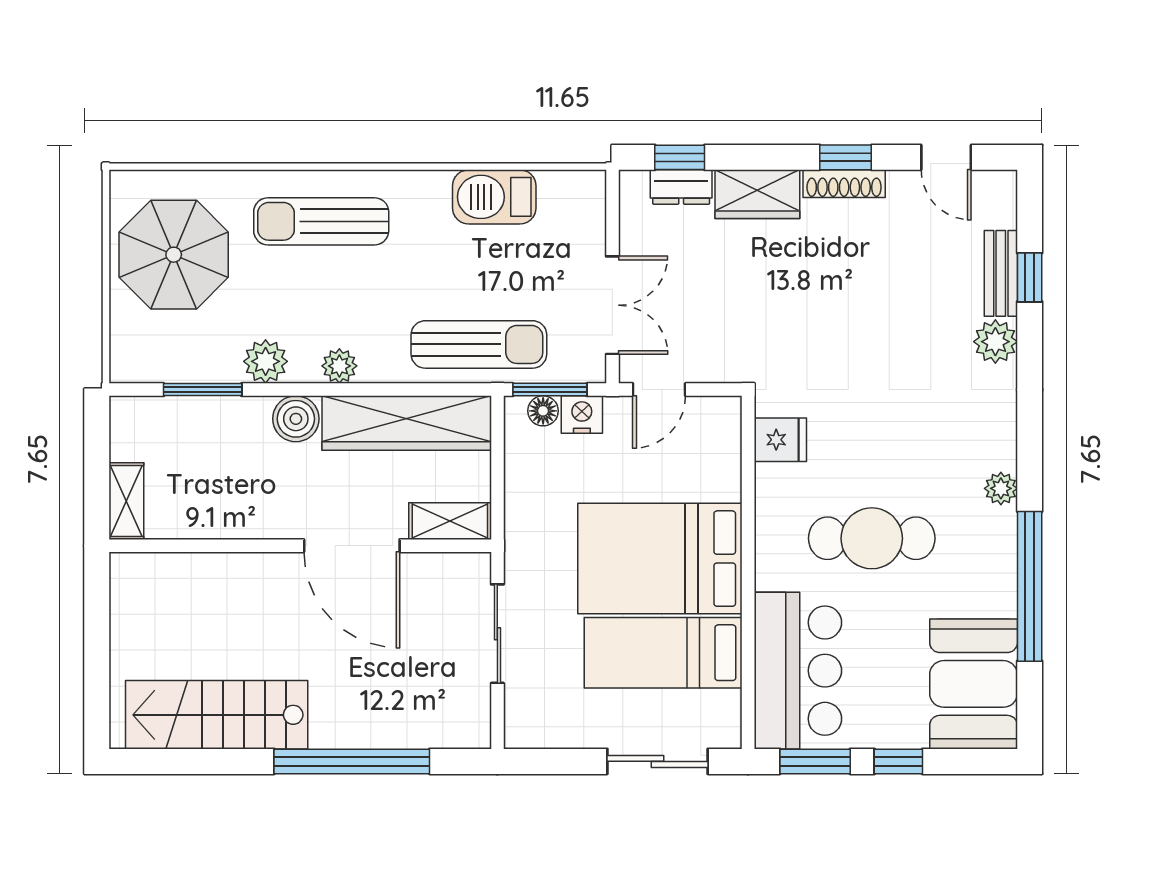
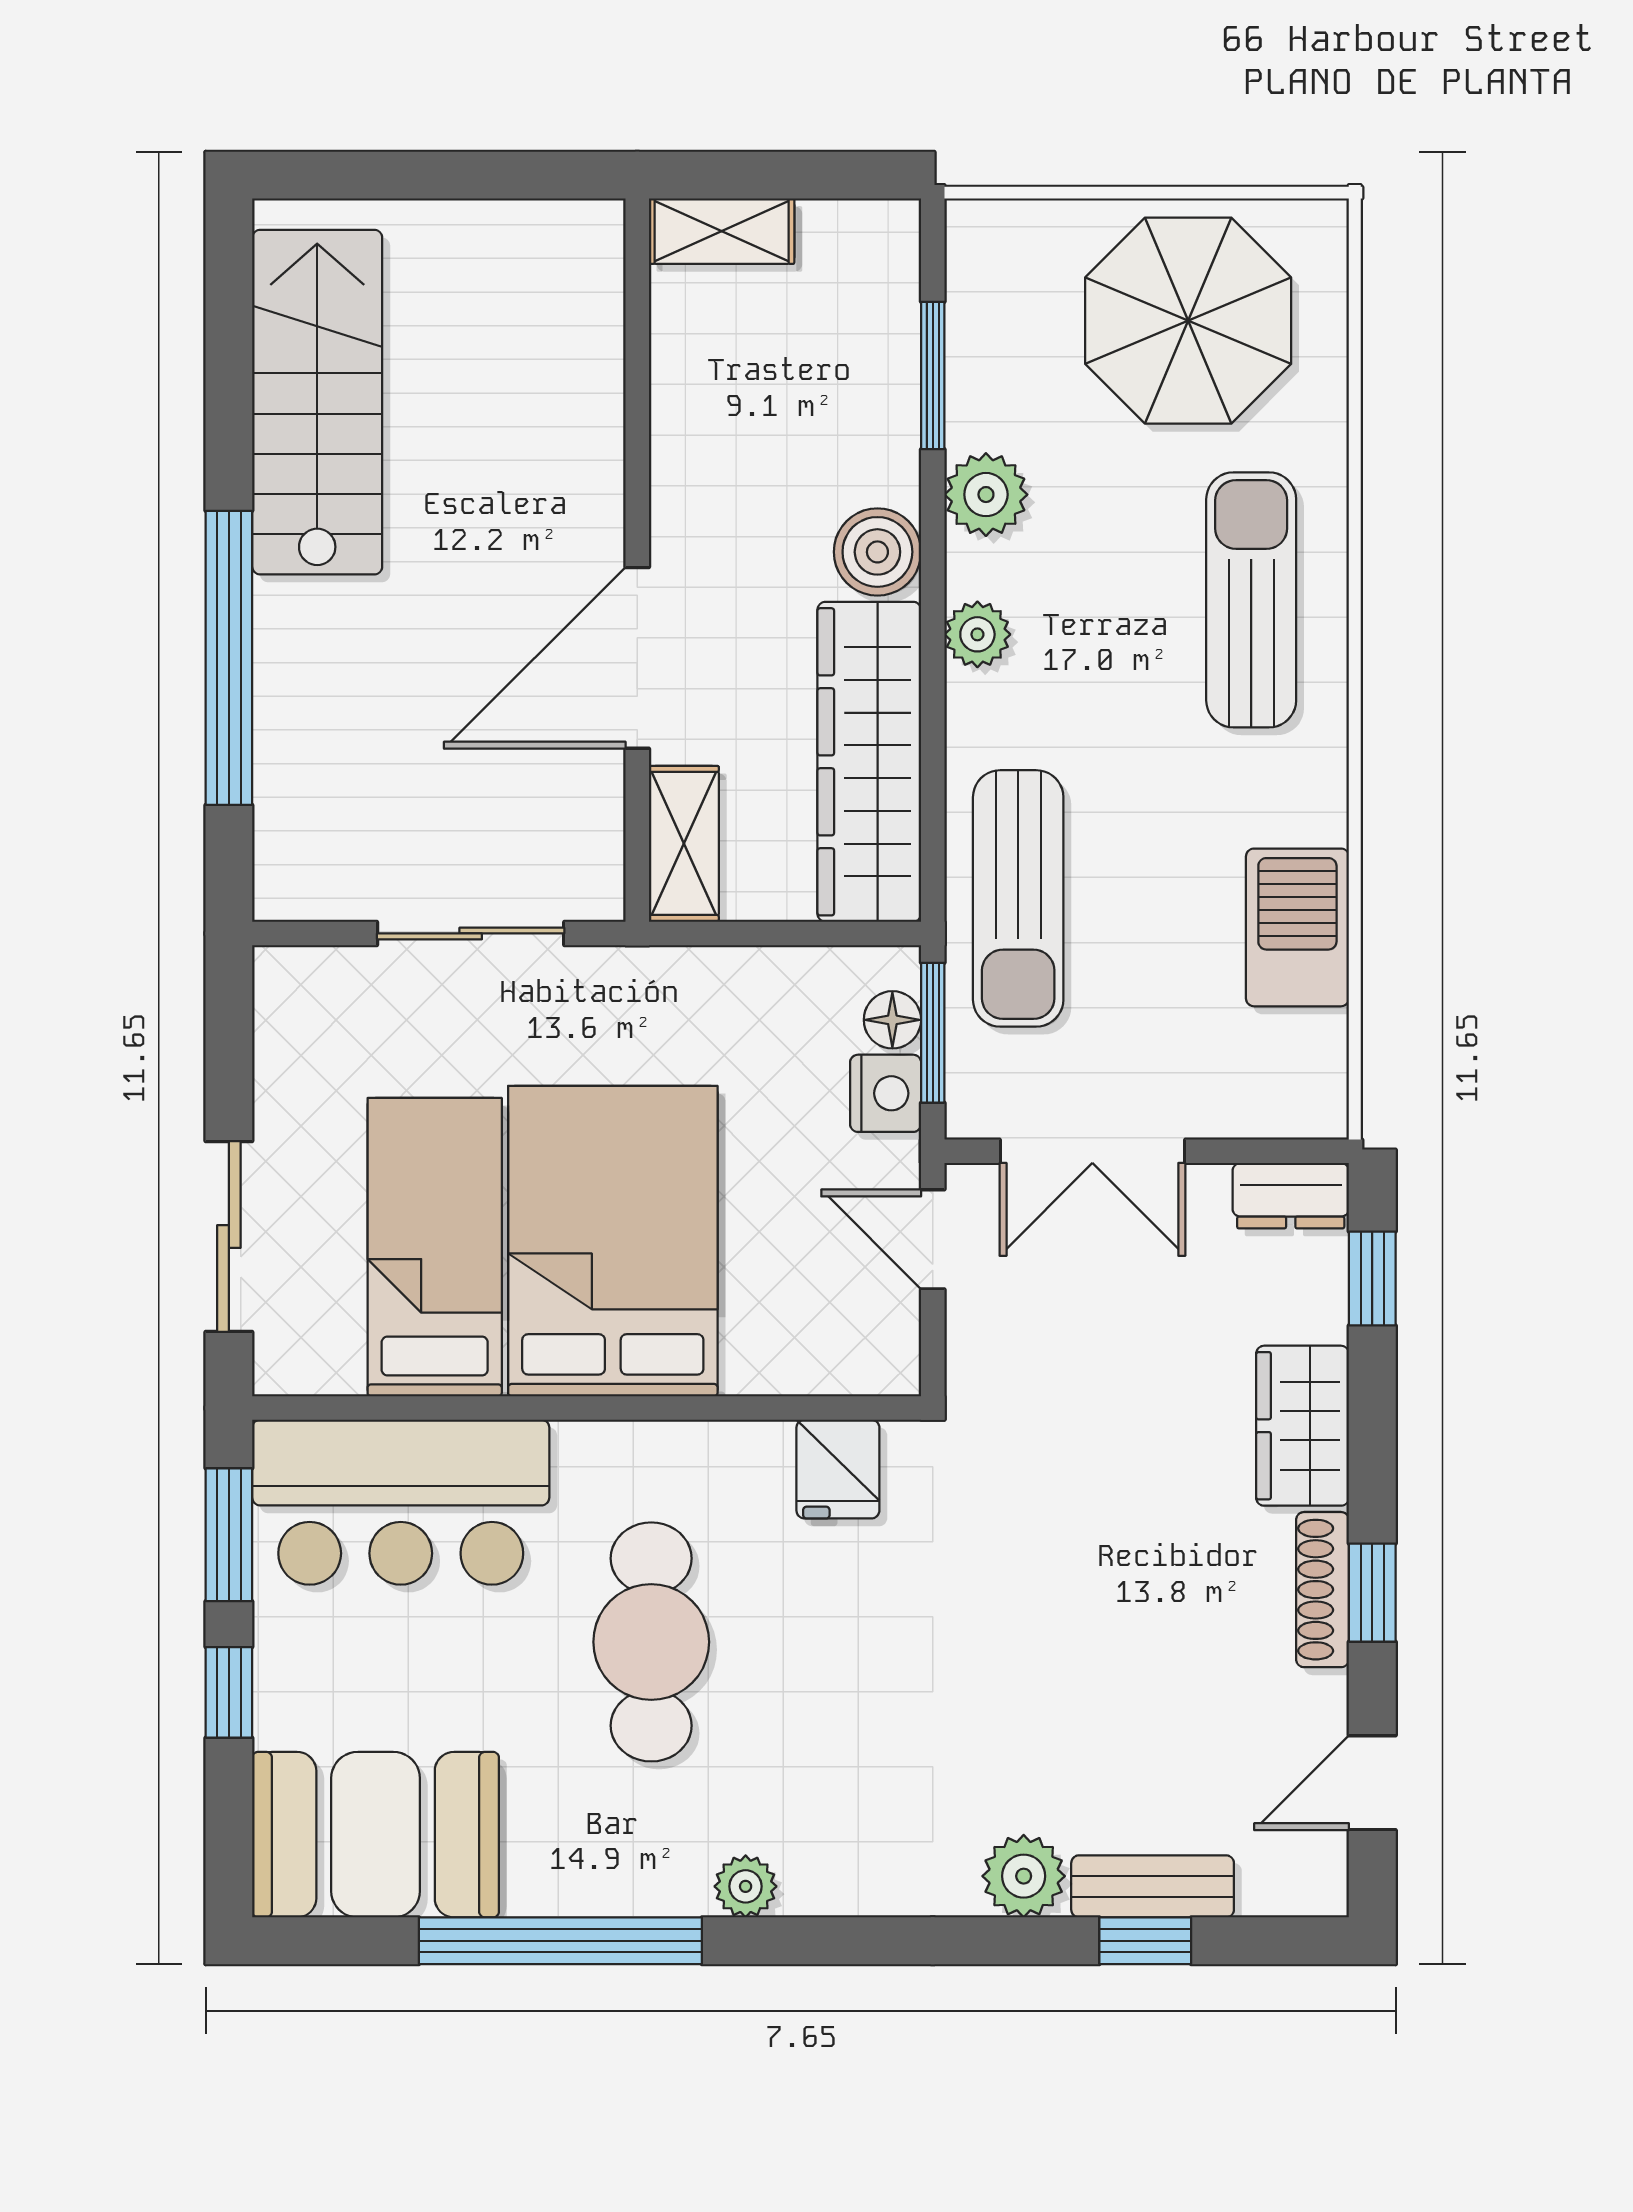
dresser: (681, 187) -> (1291, 1196), moved, turned -90

